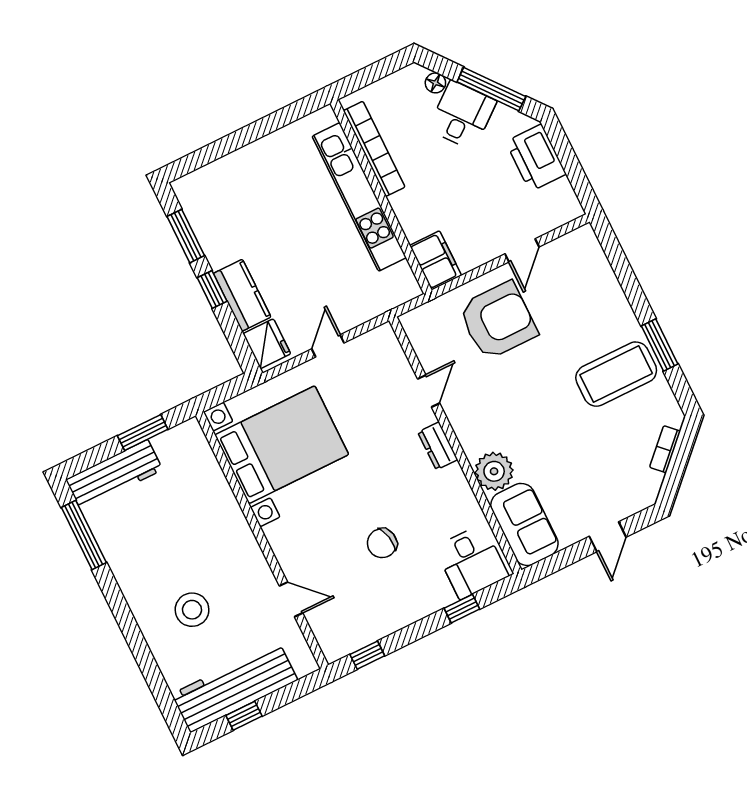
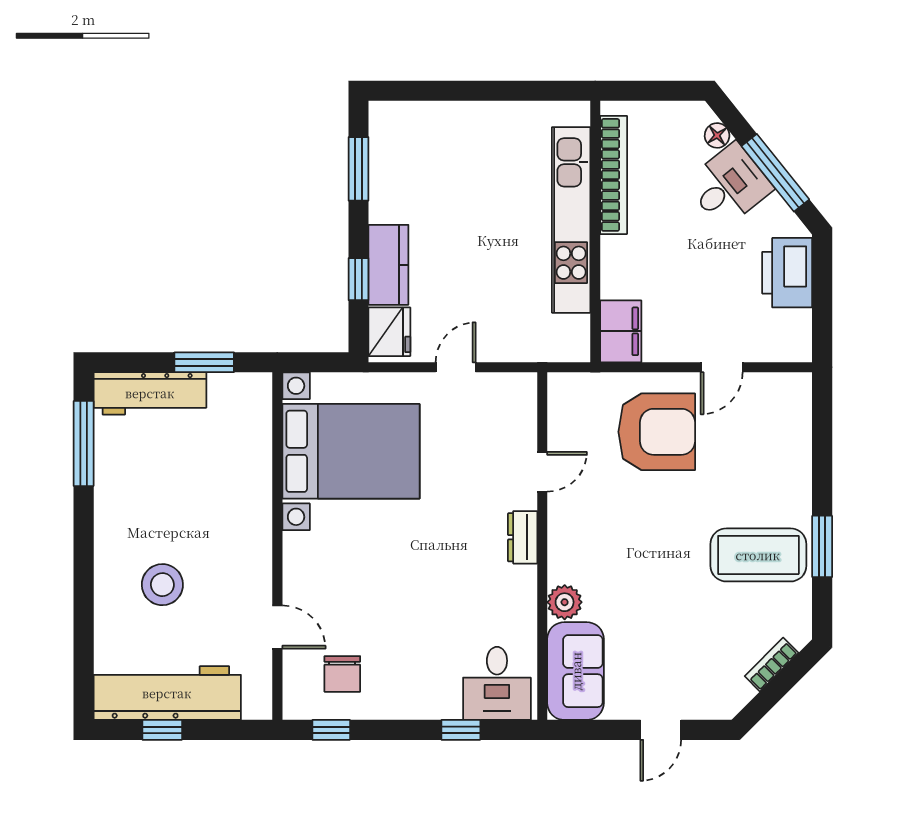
window: (212, 289) -> (358, 279), moved
plant: (494, 471) -> (565, 602), width x0.73, depth x0.73
chair: (382, 543) -> (342, 674), moved, turned -78

